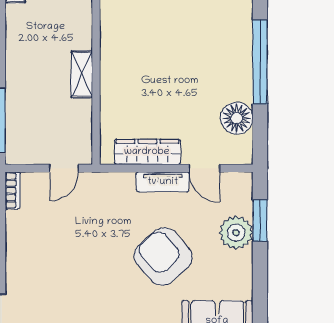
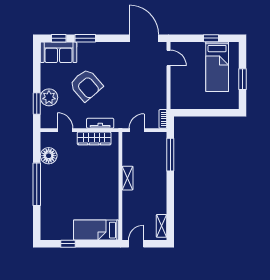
tv unit: (163, 182) -> (100, 123), moved

